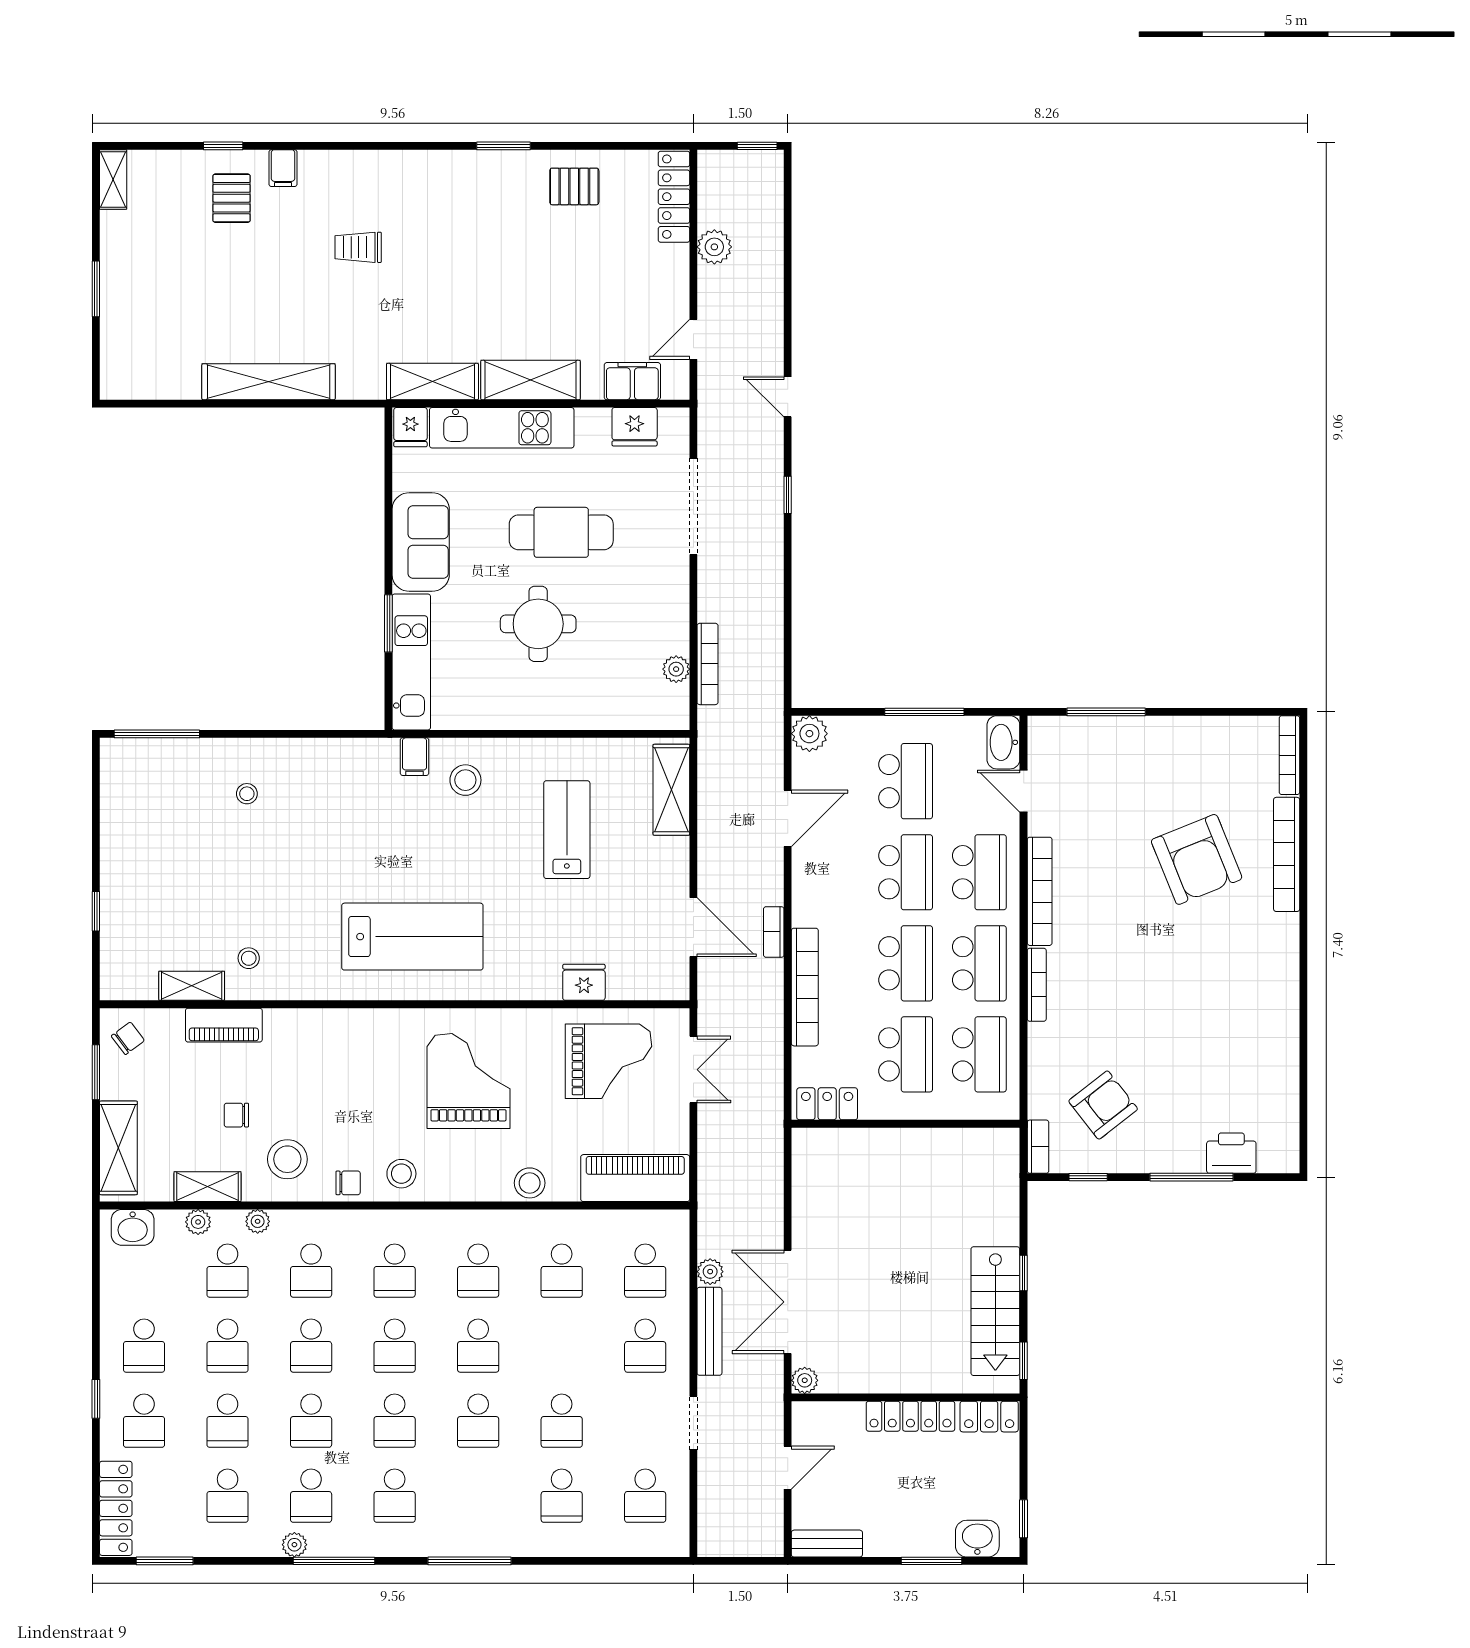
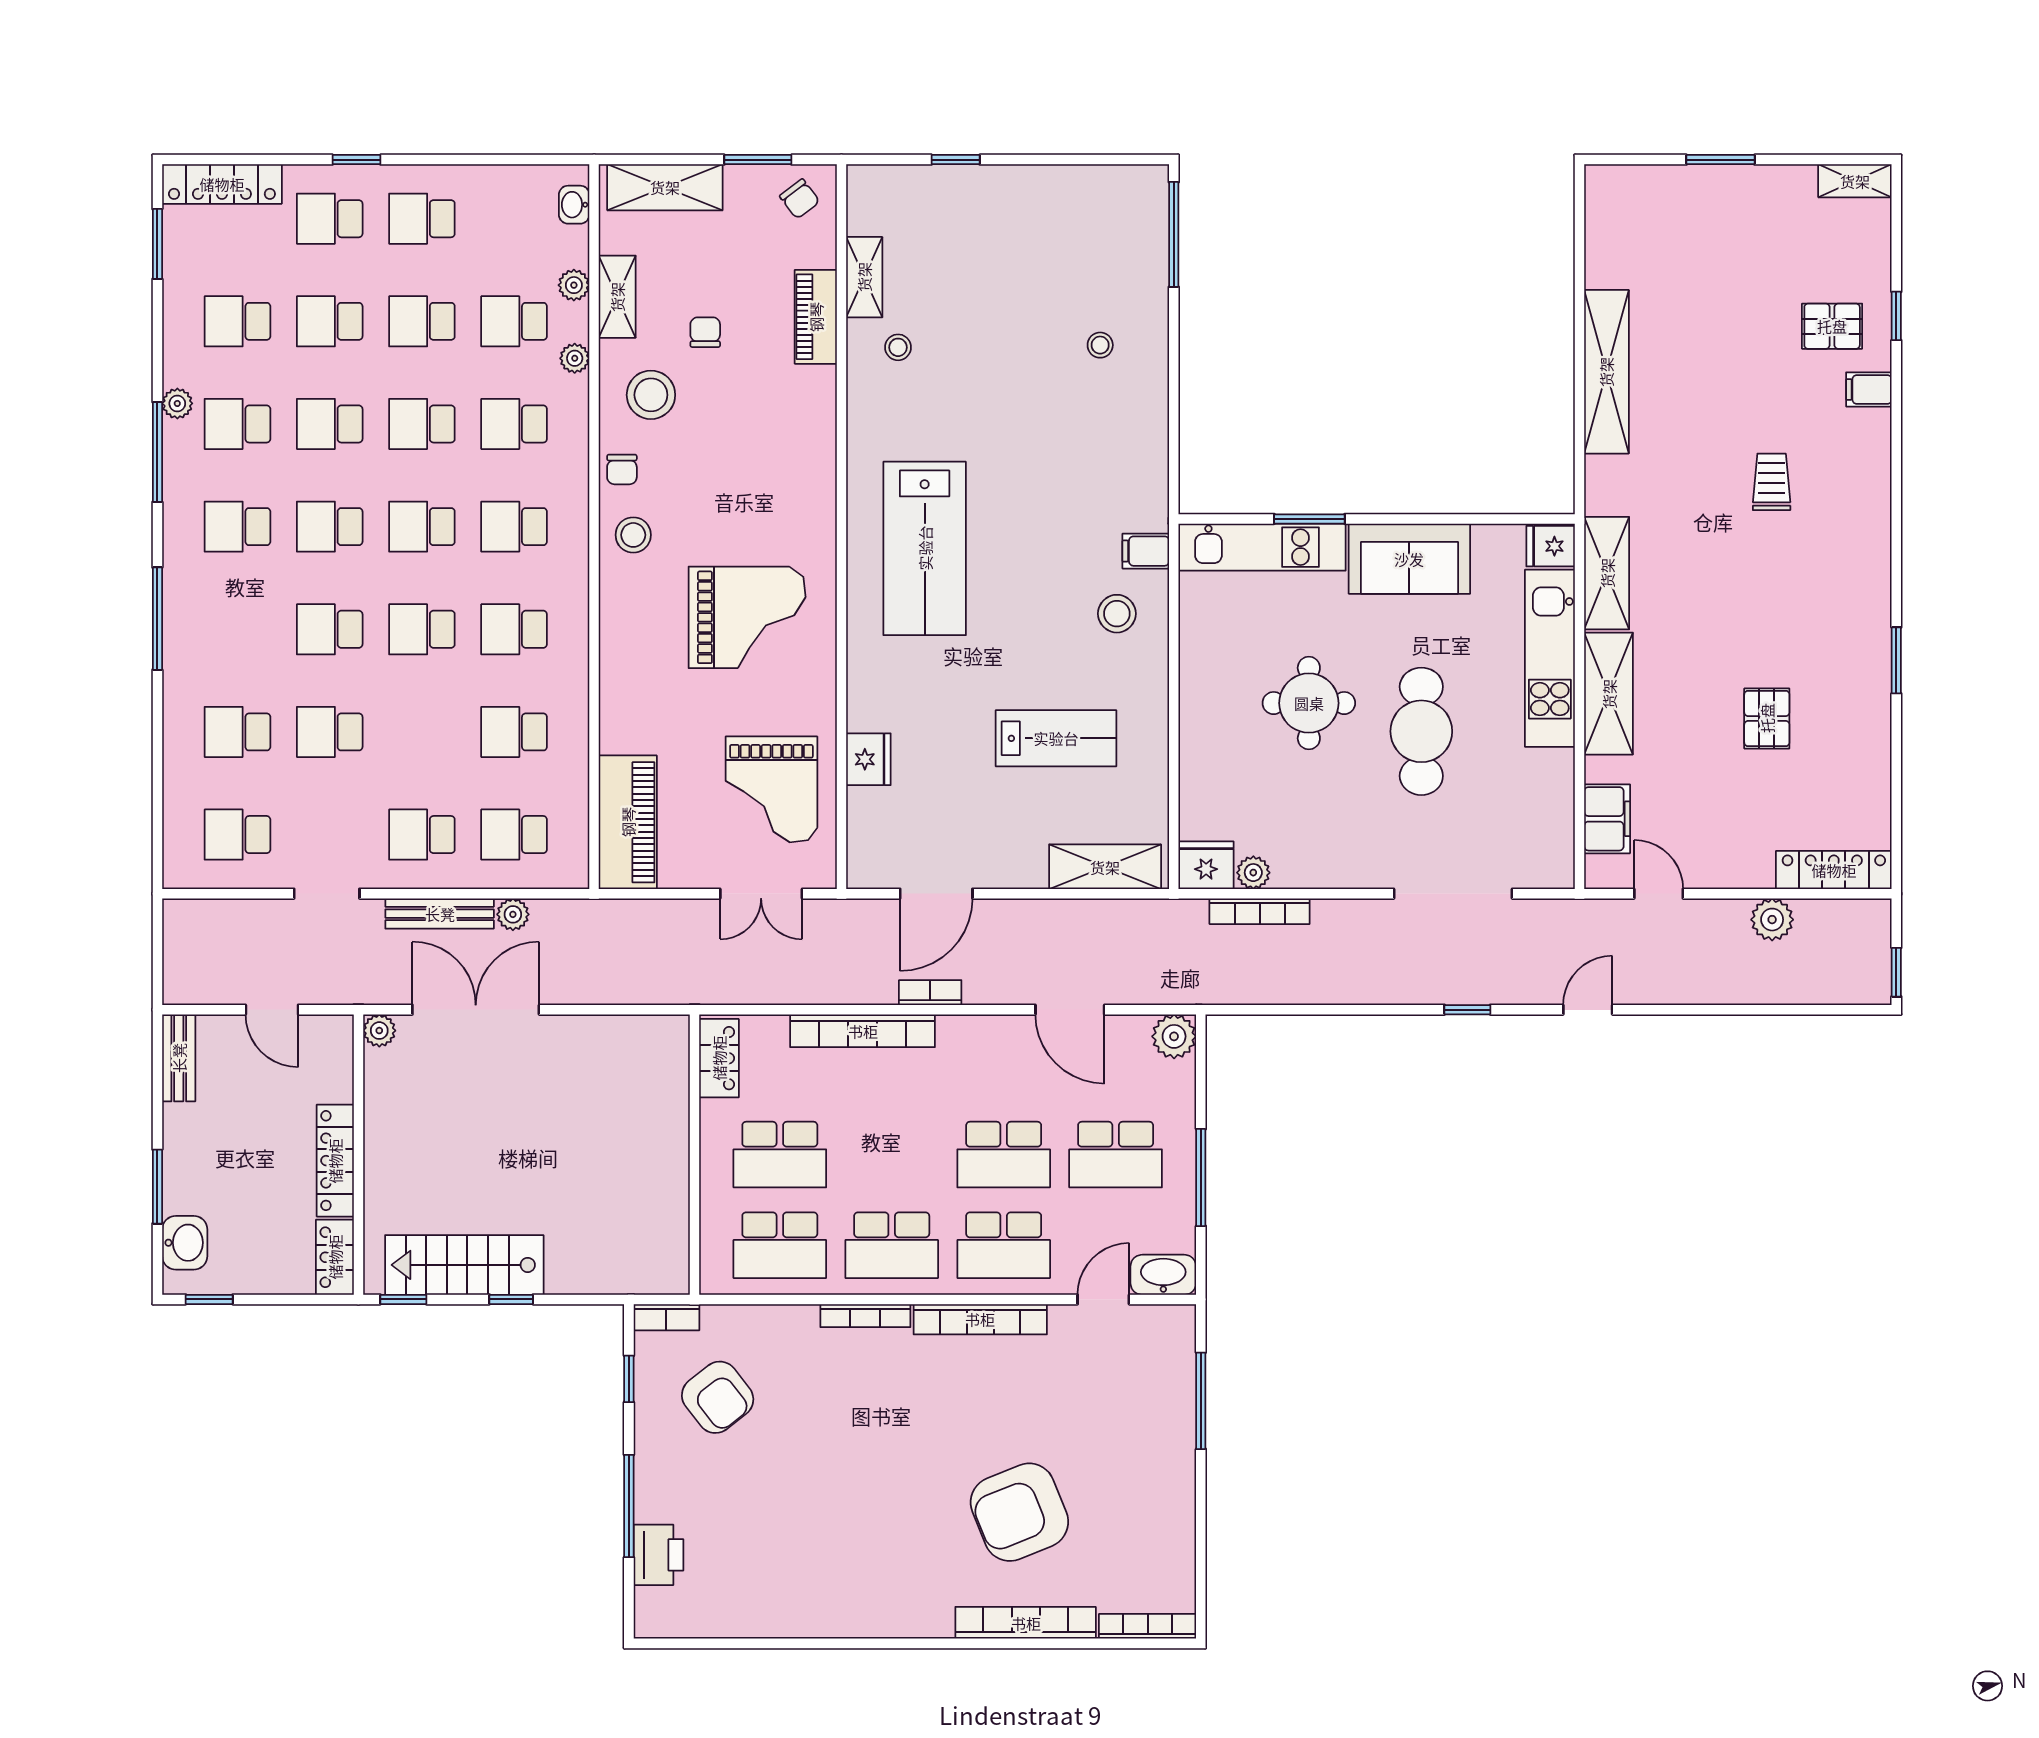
pallet: (574, 186) -> (1767, 718), moved
fridge: (635, 427) -> (1206, 865), moved, turned 90
school desk: (906, 963) -> (892, 1155), removed
stool: (530, 1183) -> (622, 693), removed
washbasin: (133, 1227) -> (574, 205), width x0.72, depth x0.69

